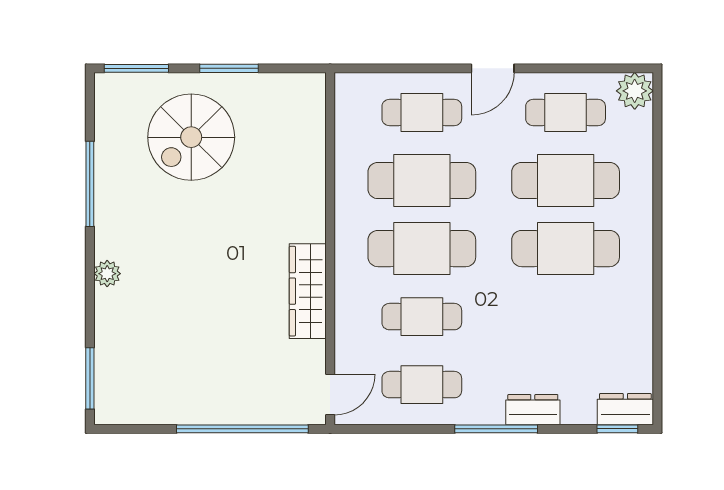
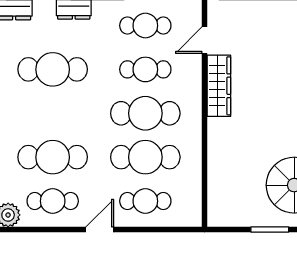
cafe table: (566, 249) -> (53, 69), moved
door: (330, 395) -> (204, 40), moved

